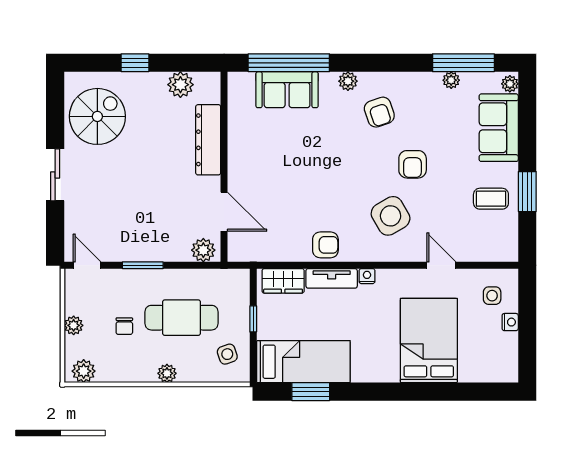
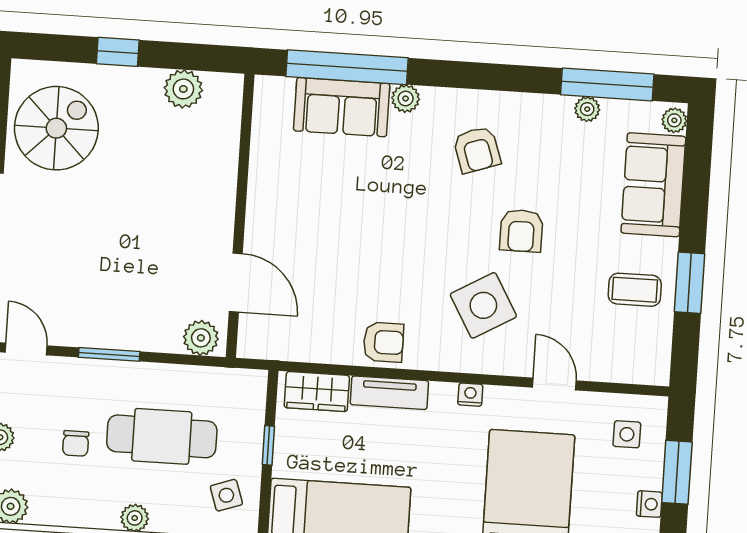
plant: (348, 81) -> (406, 99), moved
dresser: (208, 140) -> (219, 174), removed
nightstand: (367, 276) -> (470, 395), moved
window: (527, 319) -> (677, 472), added
nightstand: (510, 322) -> (649, 504), moved

